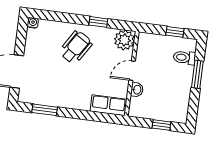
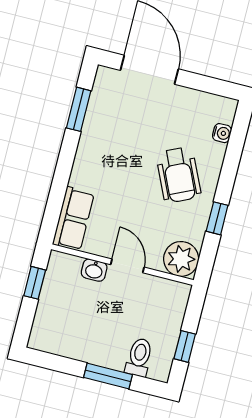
water cooler: (33, 23) -> (222, 133), moved
wheelchair: (76, 47) -> (179, 175), turned 33
window: (161, 125) -> (35, 283), moved

